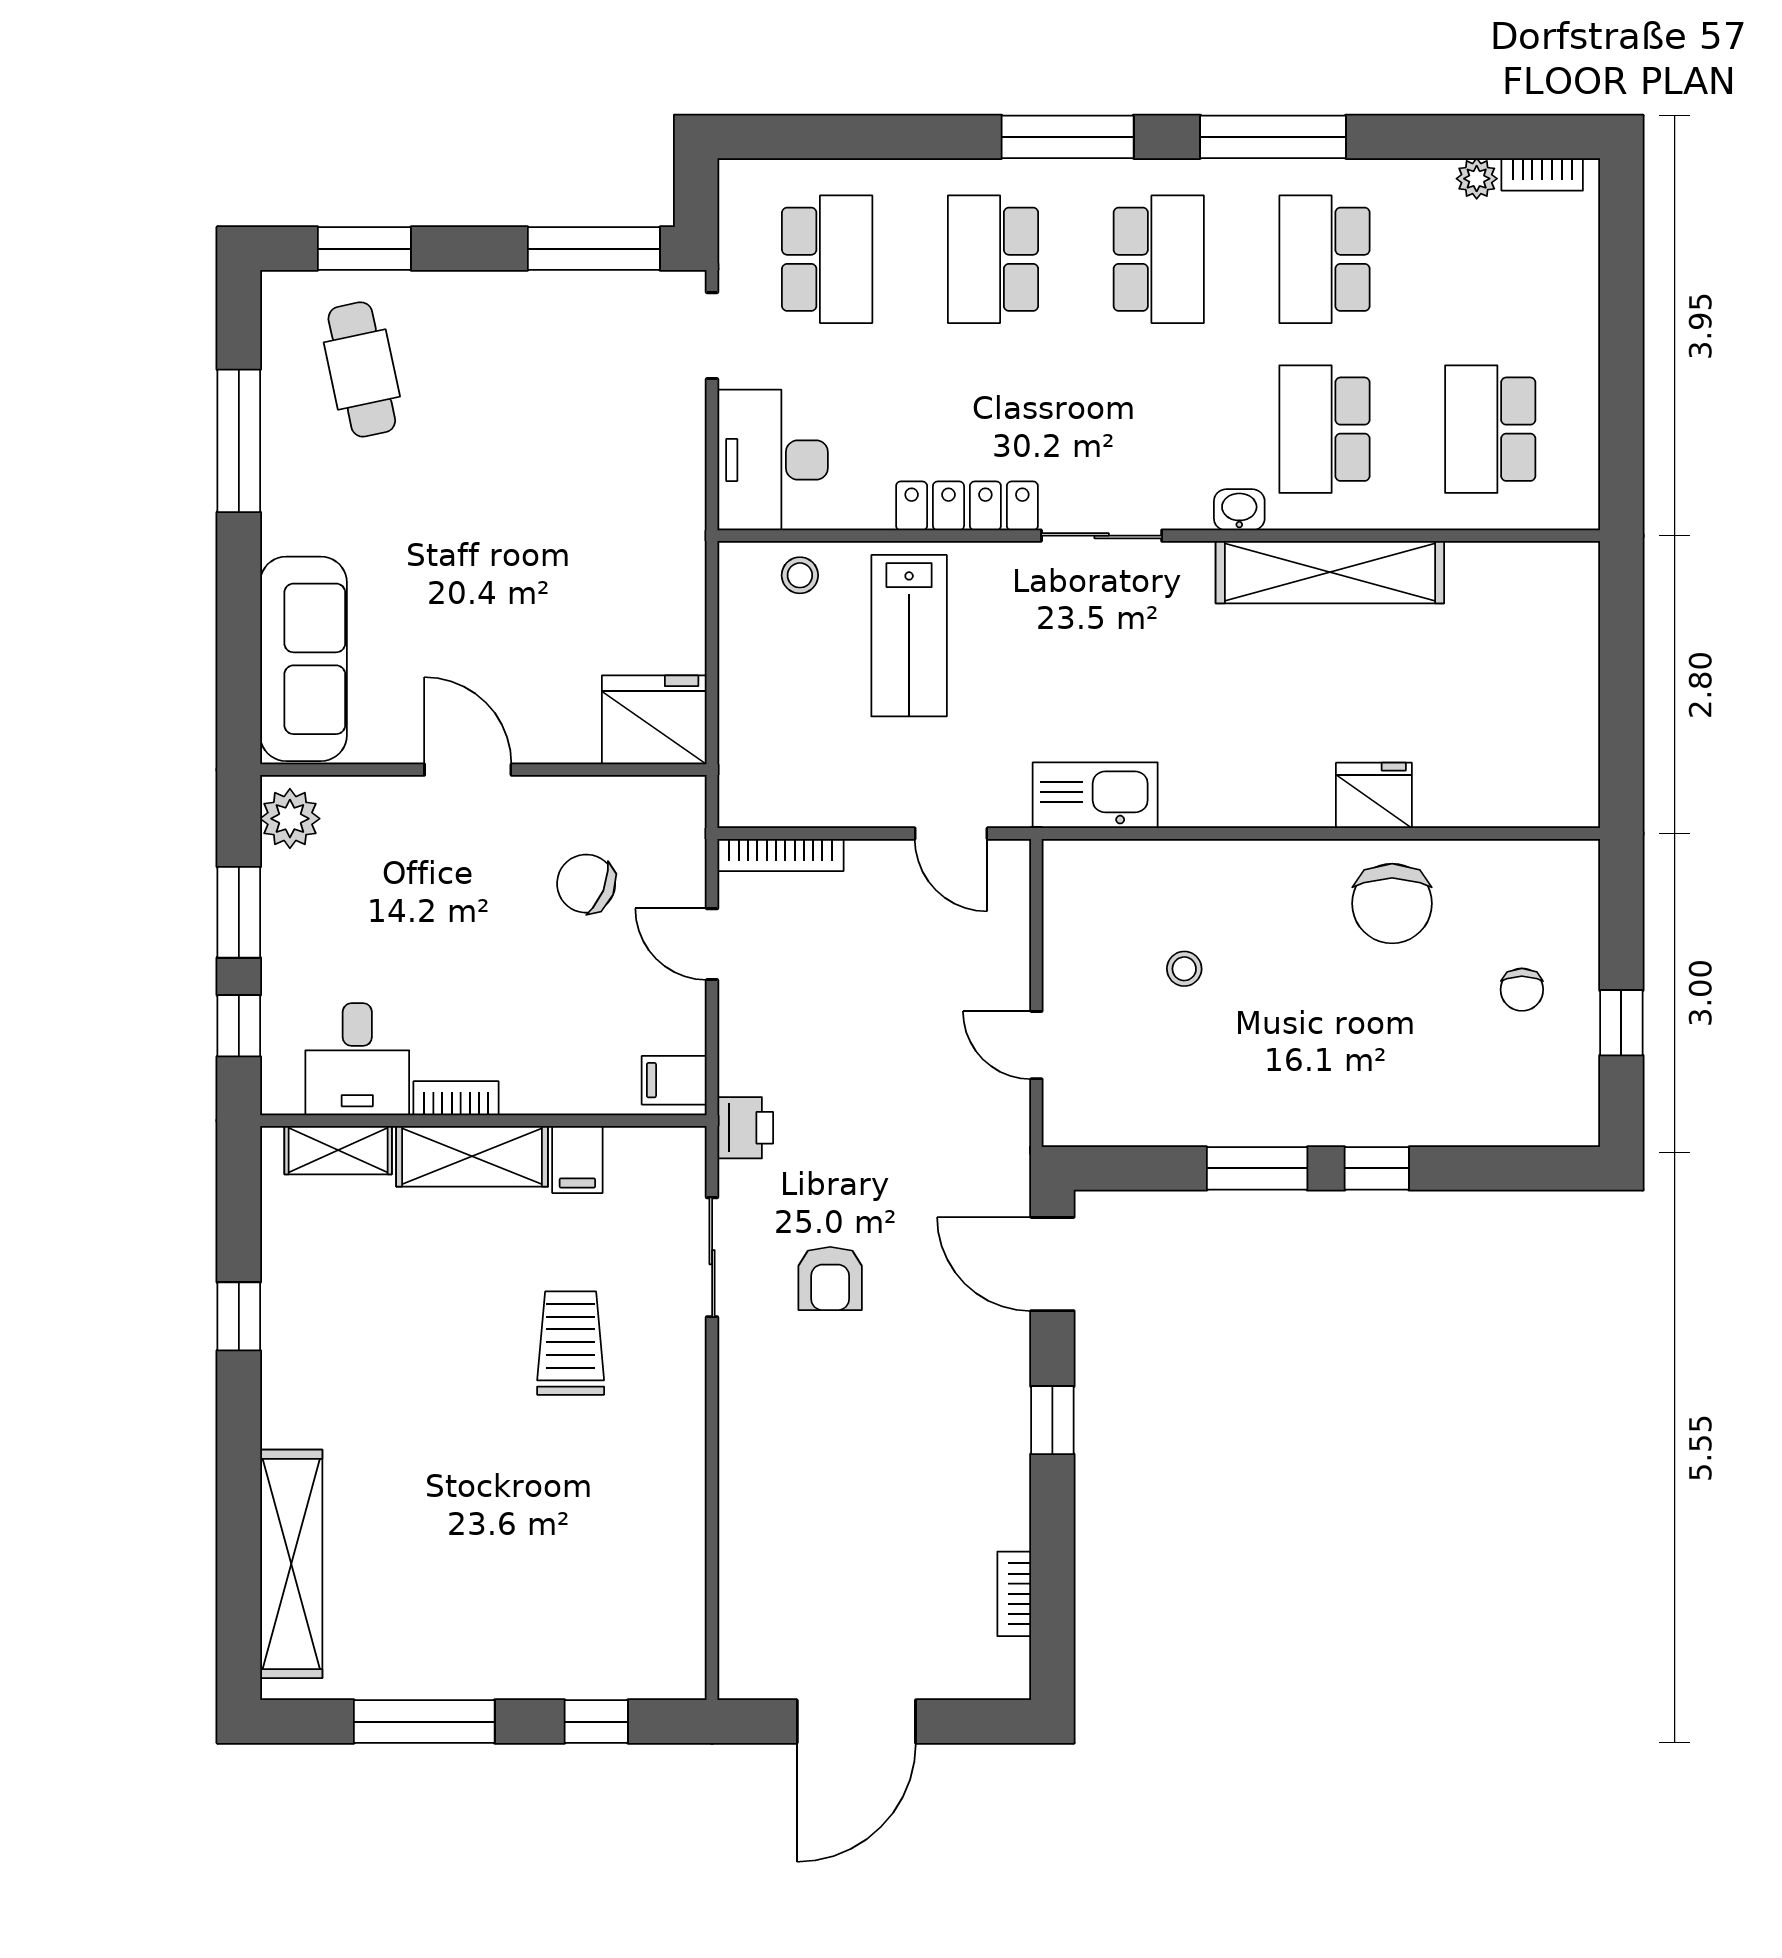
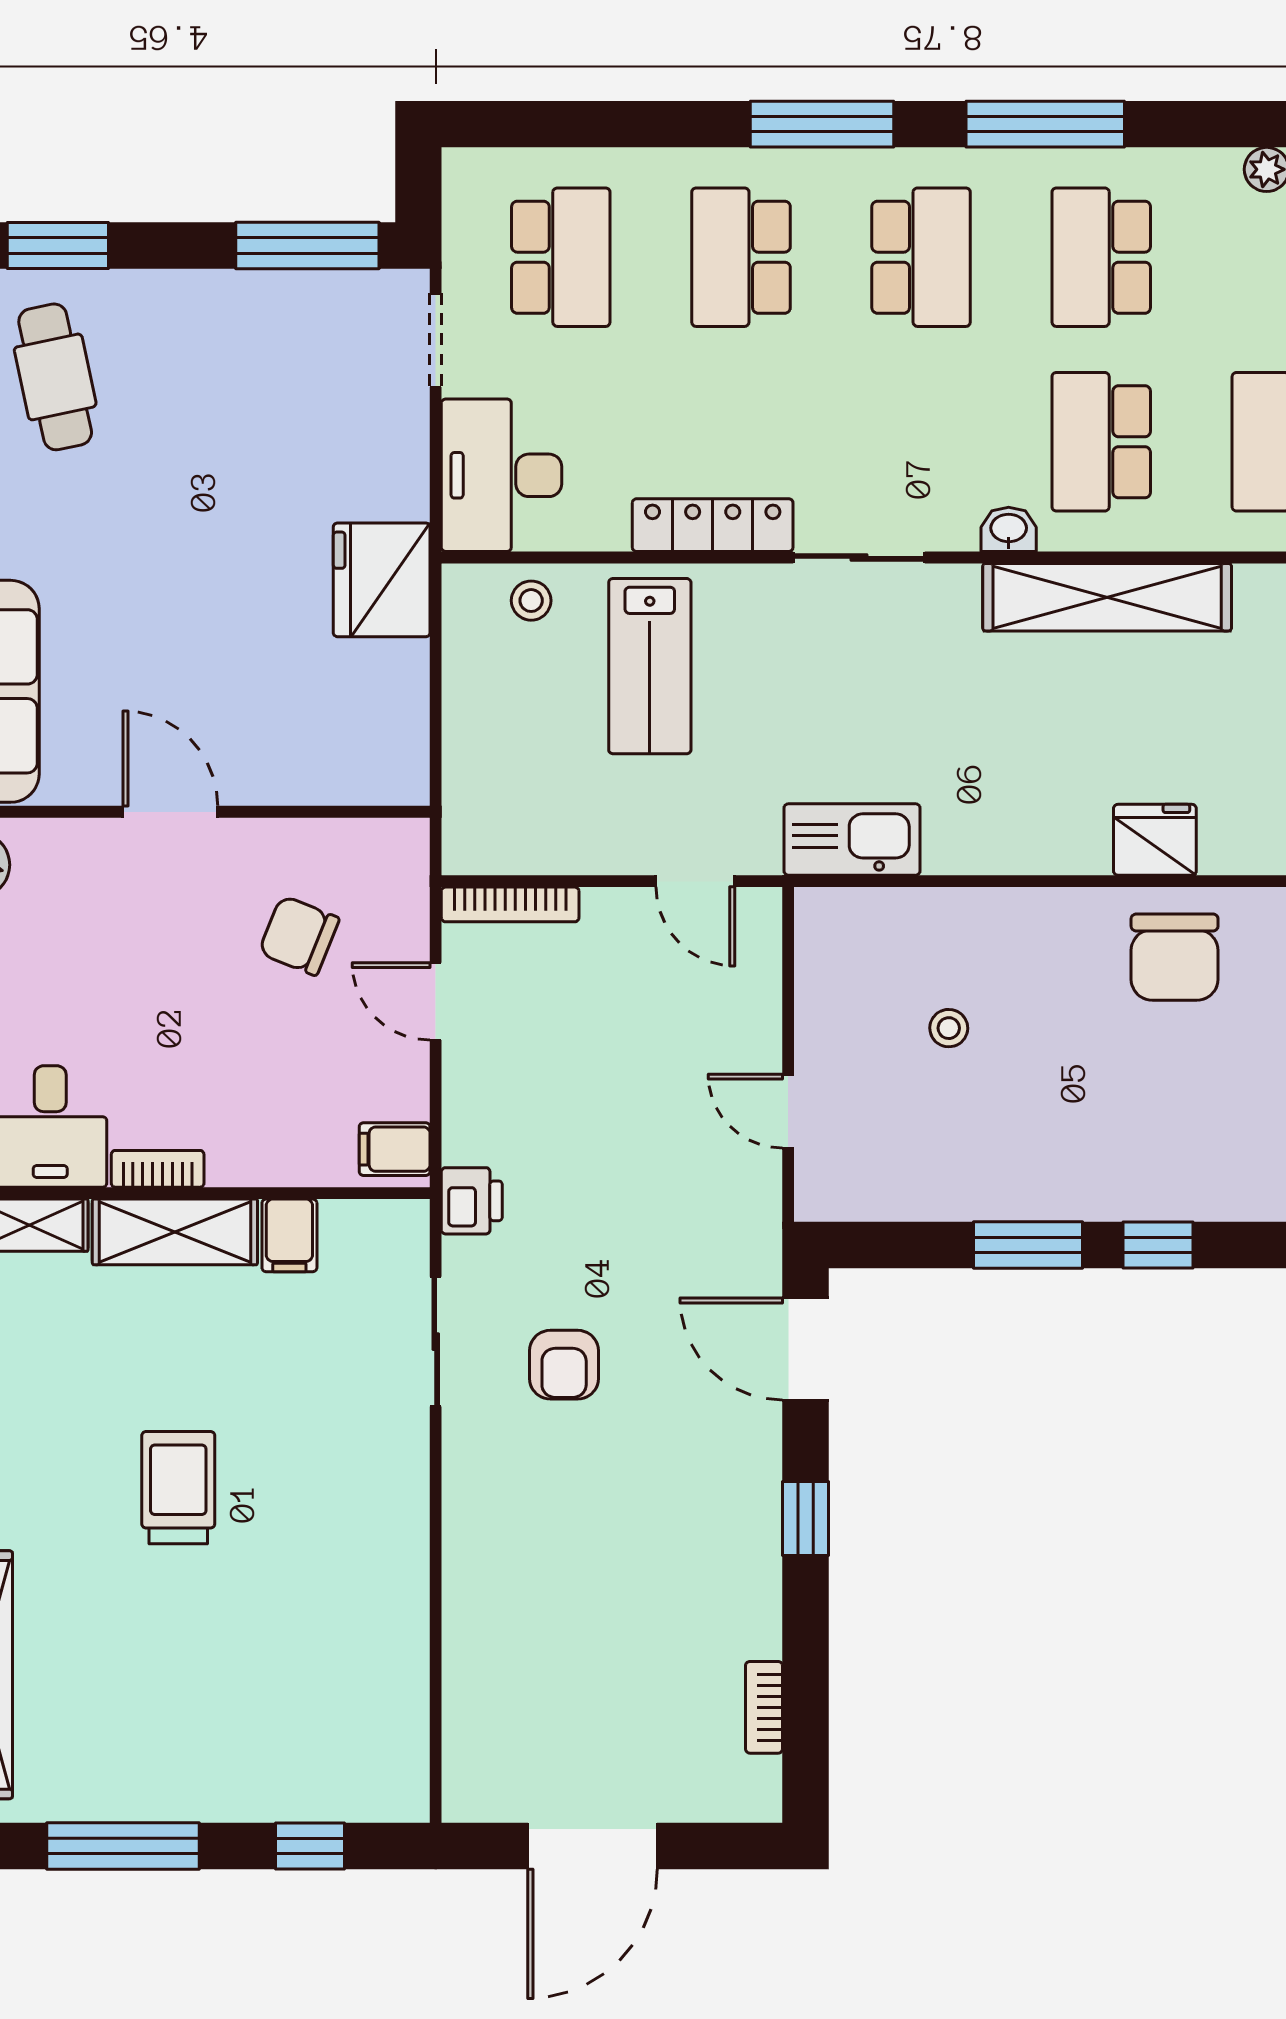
fridge: (654, 720) -> (382, 580), moved, turned -90
trolley: (571, 1343) -> (178, 1488), moved

